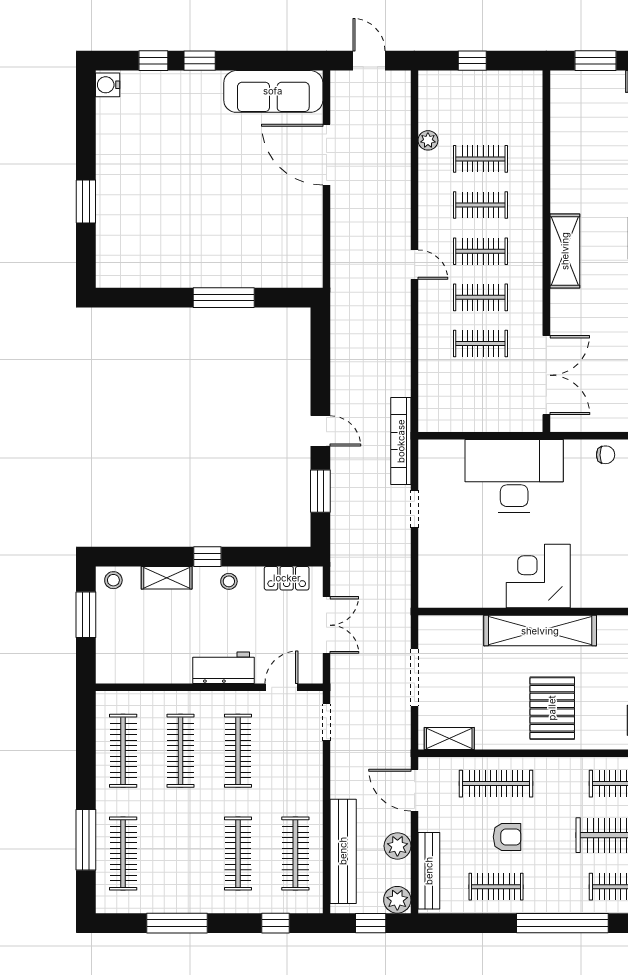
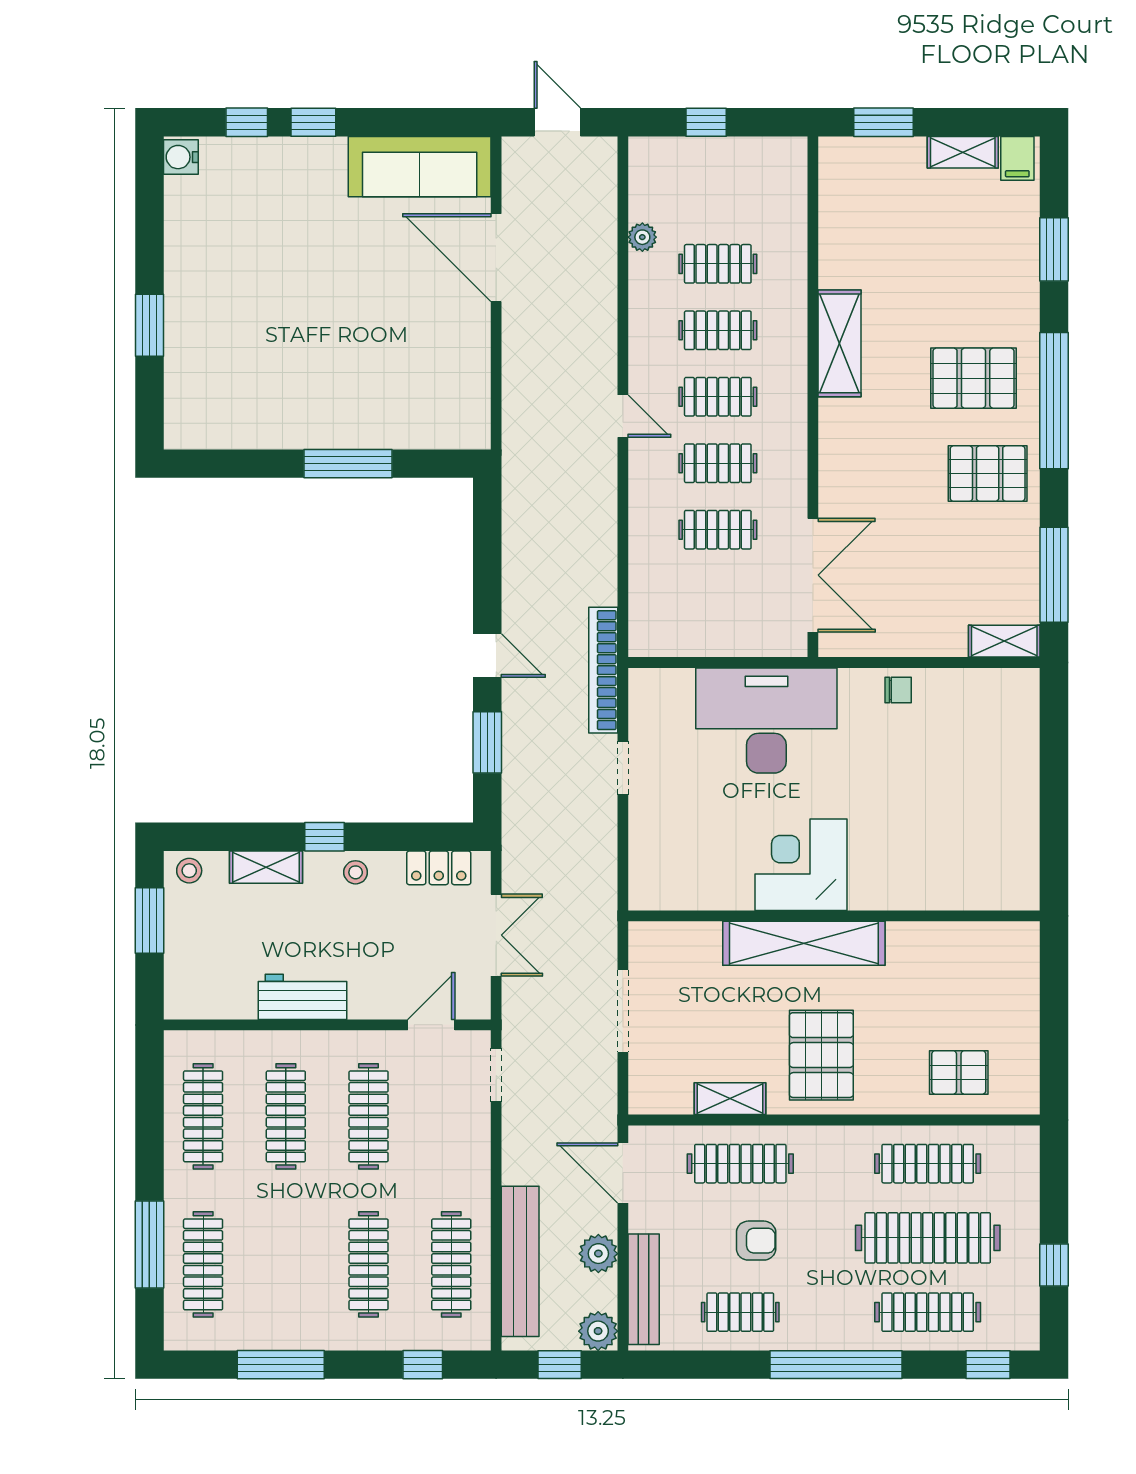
shelving: (565, 251) -> (840, 343), moved
workbench: (224, 668) -> (303, 997), moved
shelving: (449, 738) -> (730, 1099), moved

